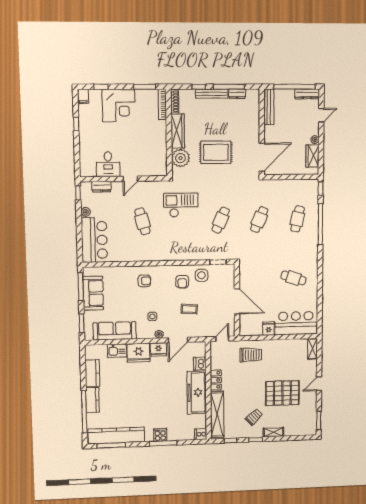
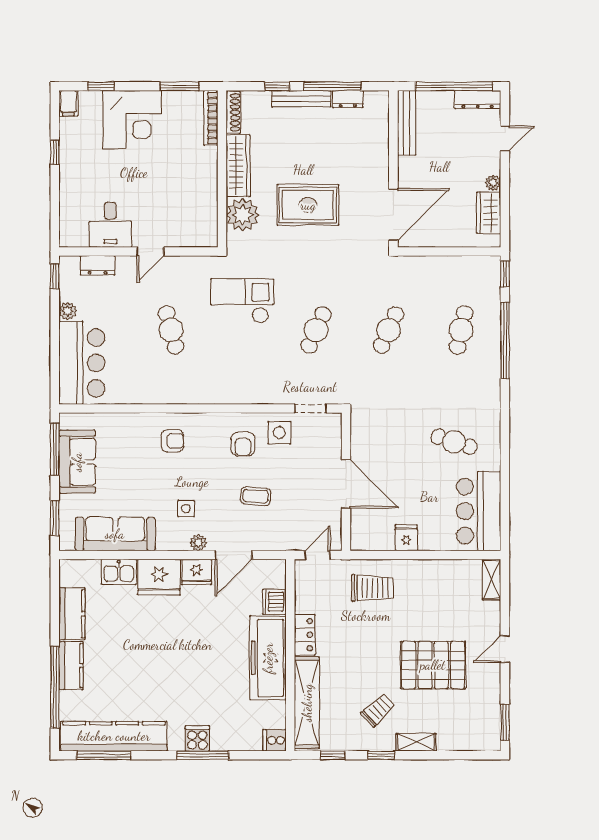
bar counter: (296, 323) -> (479, 511), moved, turned -90

